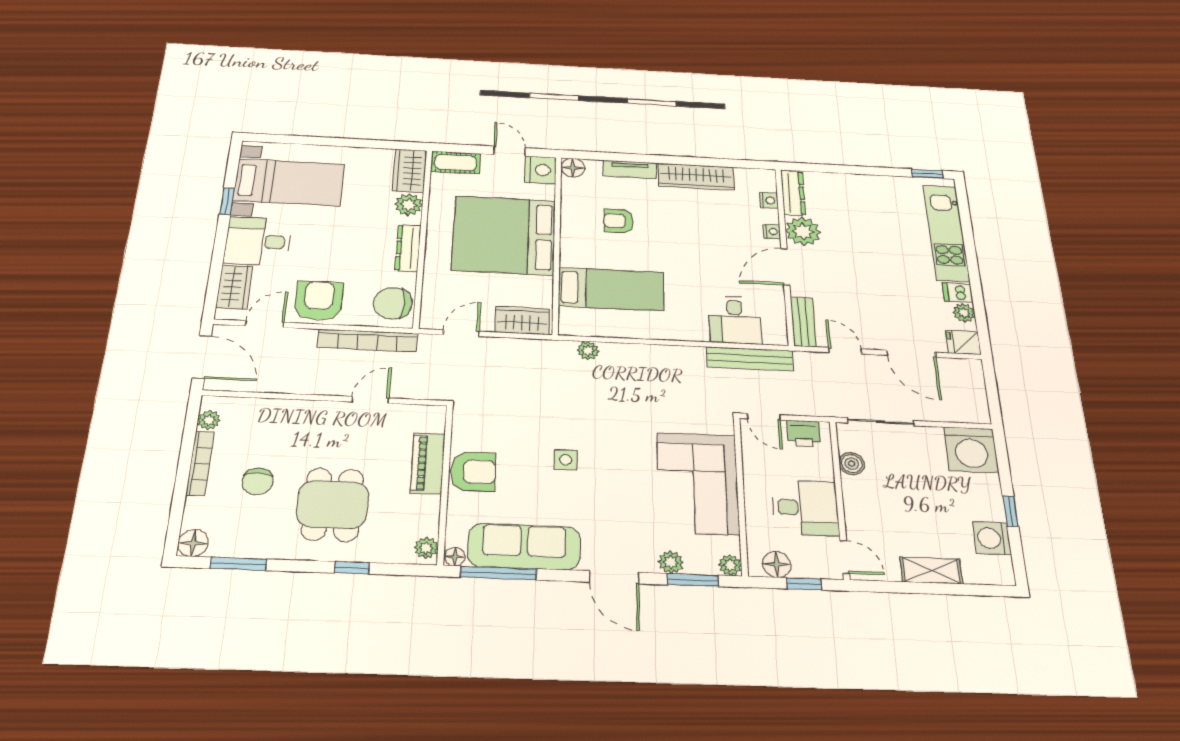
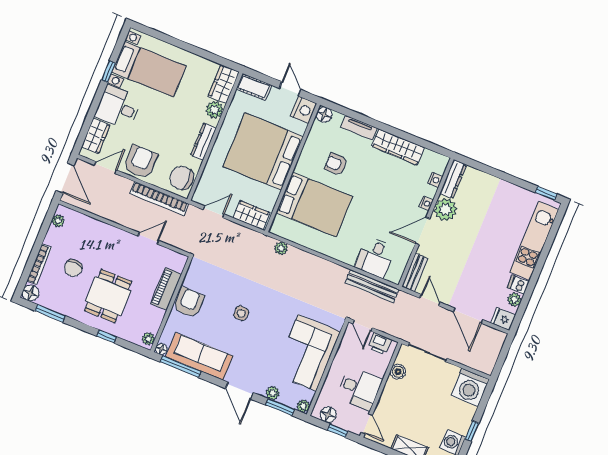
bed: (611, 289) -> (314, 205), width x1.50
bookcase: (200, 463) -> (39, 264), moved
armchair: (473, 472) -> (189, 303), turned -90

